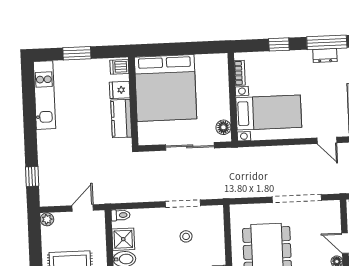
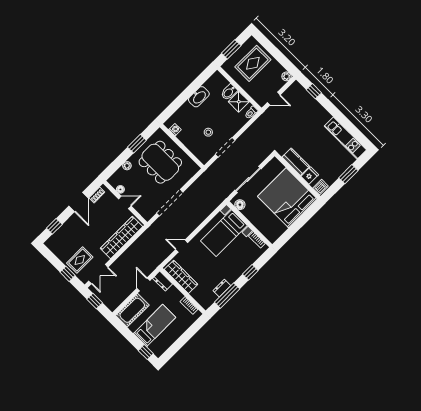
door: (83, 208) -> (274, 99), hinge flipped

